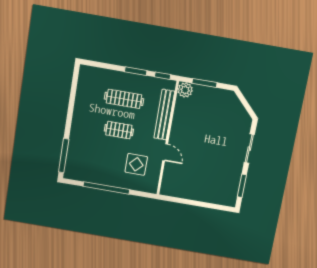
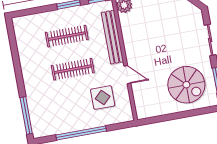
clothes rail: (119, 130) -> (73, 69), width x1.36
spiral stairs: (213, 180) -> (186, 85), added

